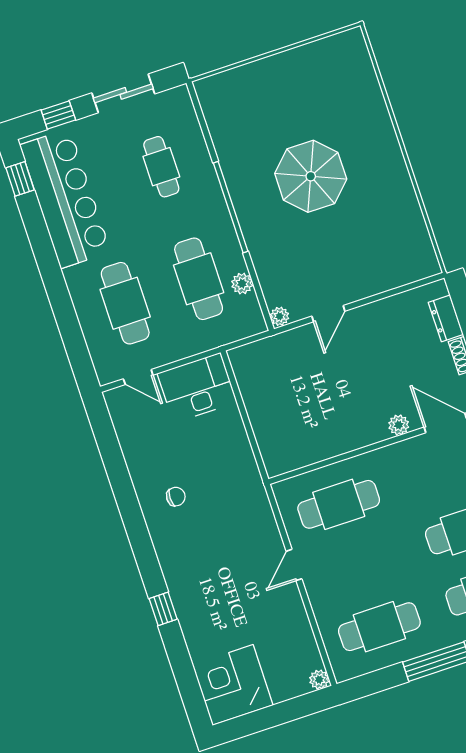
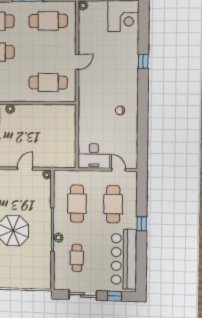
window: (20, 179) -> (142, 224), moved
plant: (242, 284) -> (58, 238), moved

